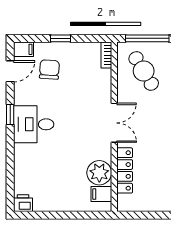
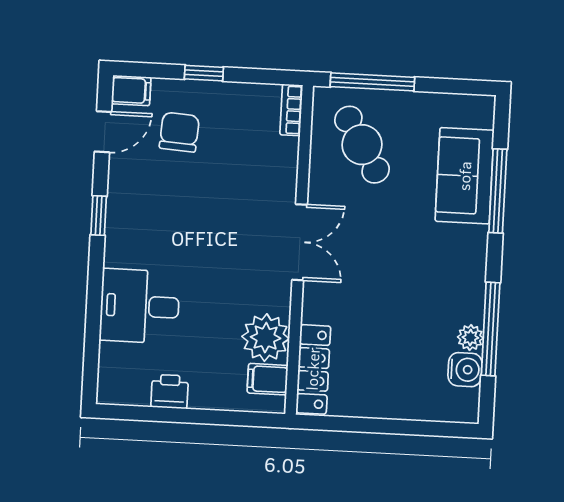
desk: (34, 124) -> (140, 306), moved
locker: (125, 170) -> (313, 369), moved
printer: (23, 203) -> (170, 392), moved

